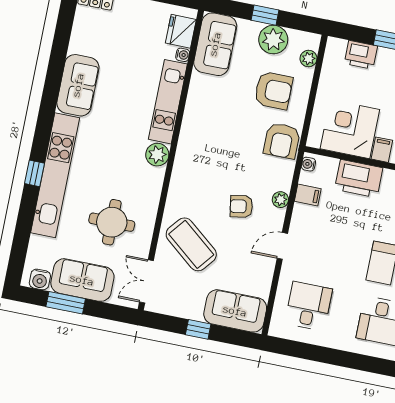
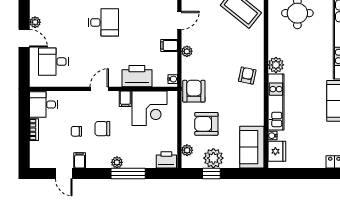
window: (265, 15) -> (211, 174), moved
printer: (361, 55) -> (166, 160), moved
filing cabinet: (308, 195) -> (169, 45), moved
armchair: (241, 206) -> (247, 76), moved, turned -69

